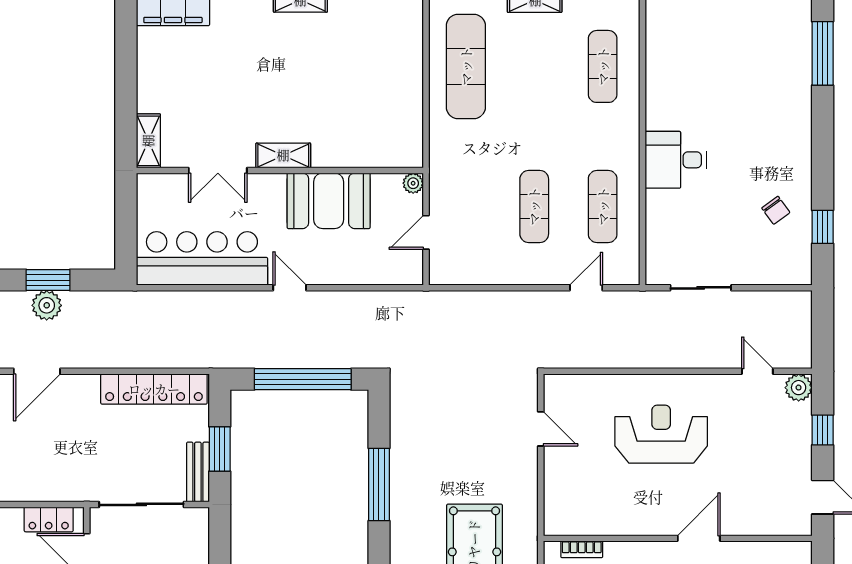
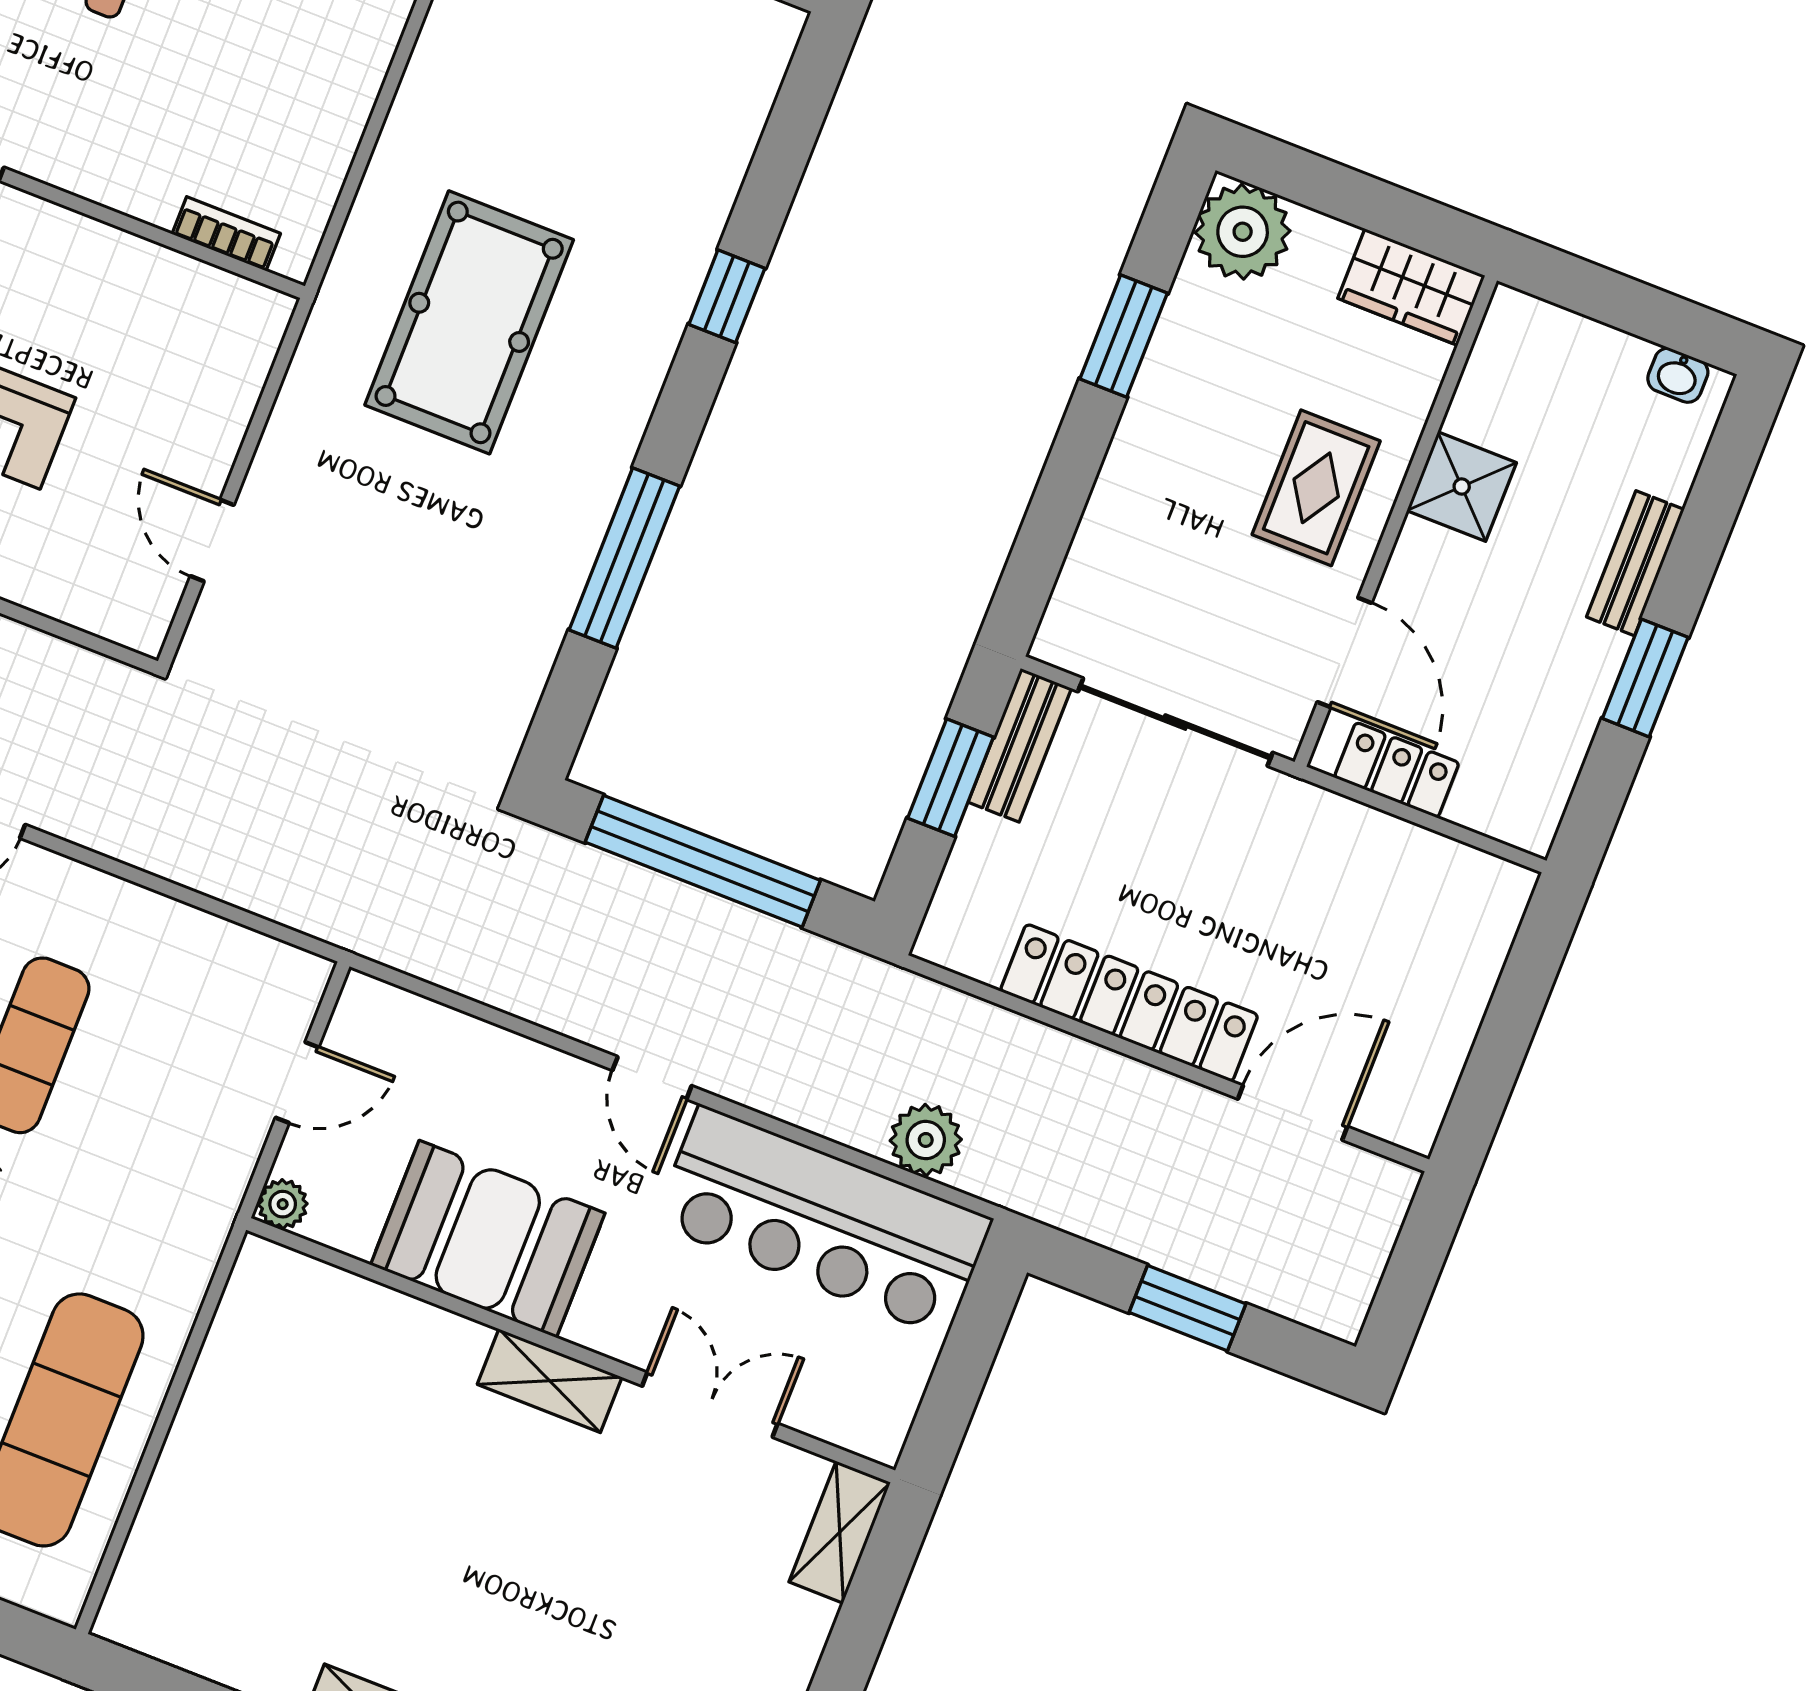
plant: (47, 305) -> (926, 1140), moved
locker: (154, 389) -> (1129, 1003), moved

